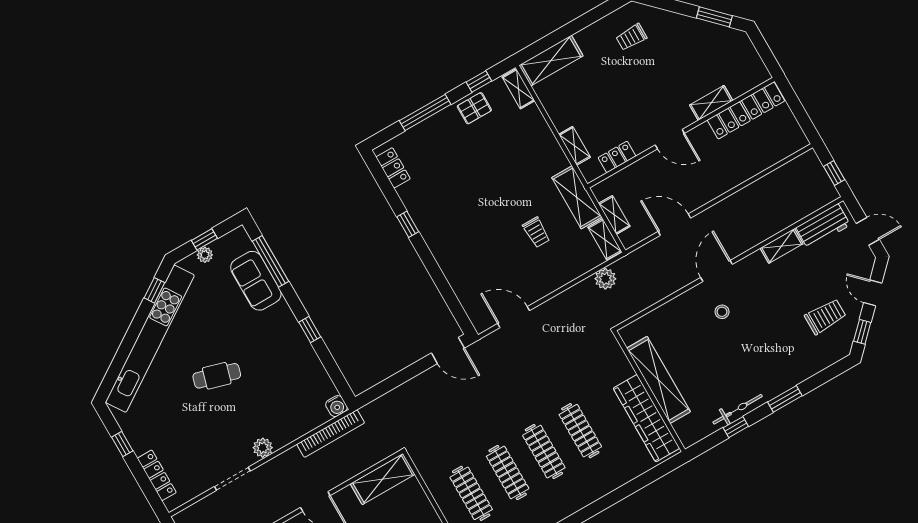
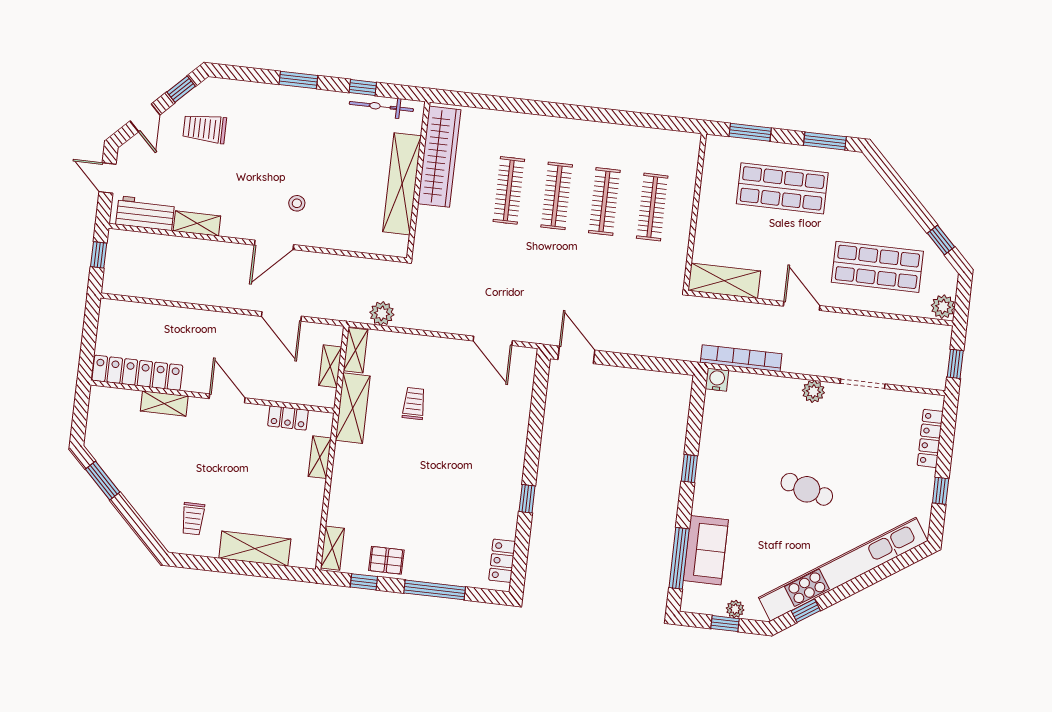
trolley: (631, 37) -> (193, 519), turned 90
shelving: (551, 61) -> (255, 549), moved
bicycle: (738, 409) -> (381, 106), moved

